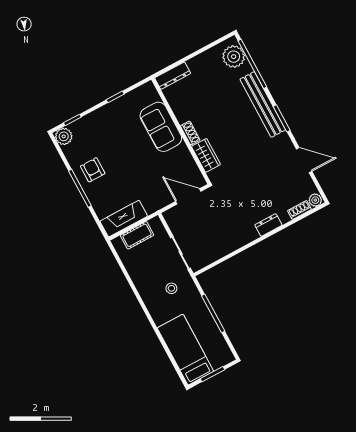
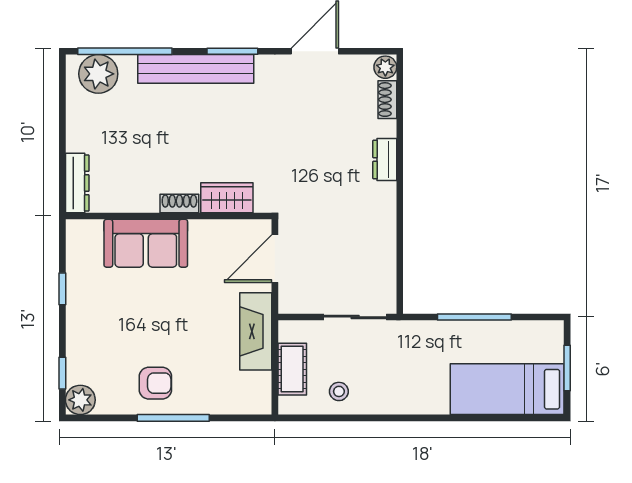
armchair: (93, 170) -> (155, 383), turned 180
fireplace: (124, 219) -> (256, 331), moved
stool: (171, 288) -> (339, 391), moved

